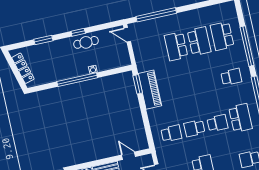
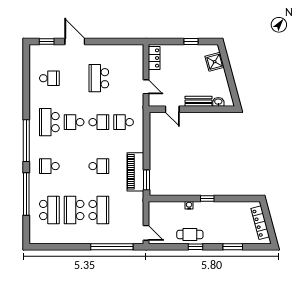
window: (77, 80) -> (207, 199), width x0.32
school desk: (185, 87) -> (99, 166), added

